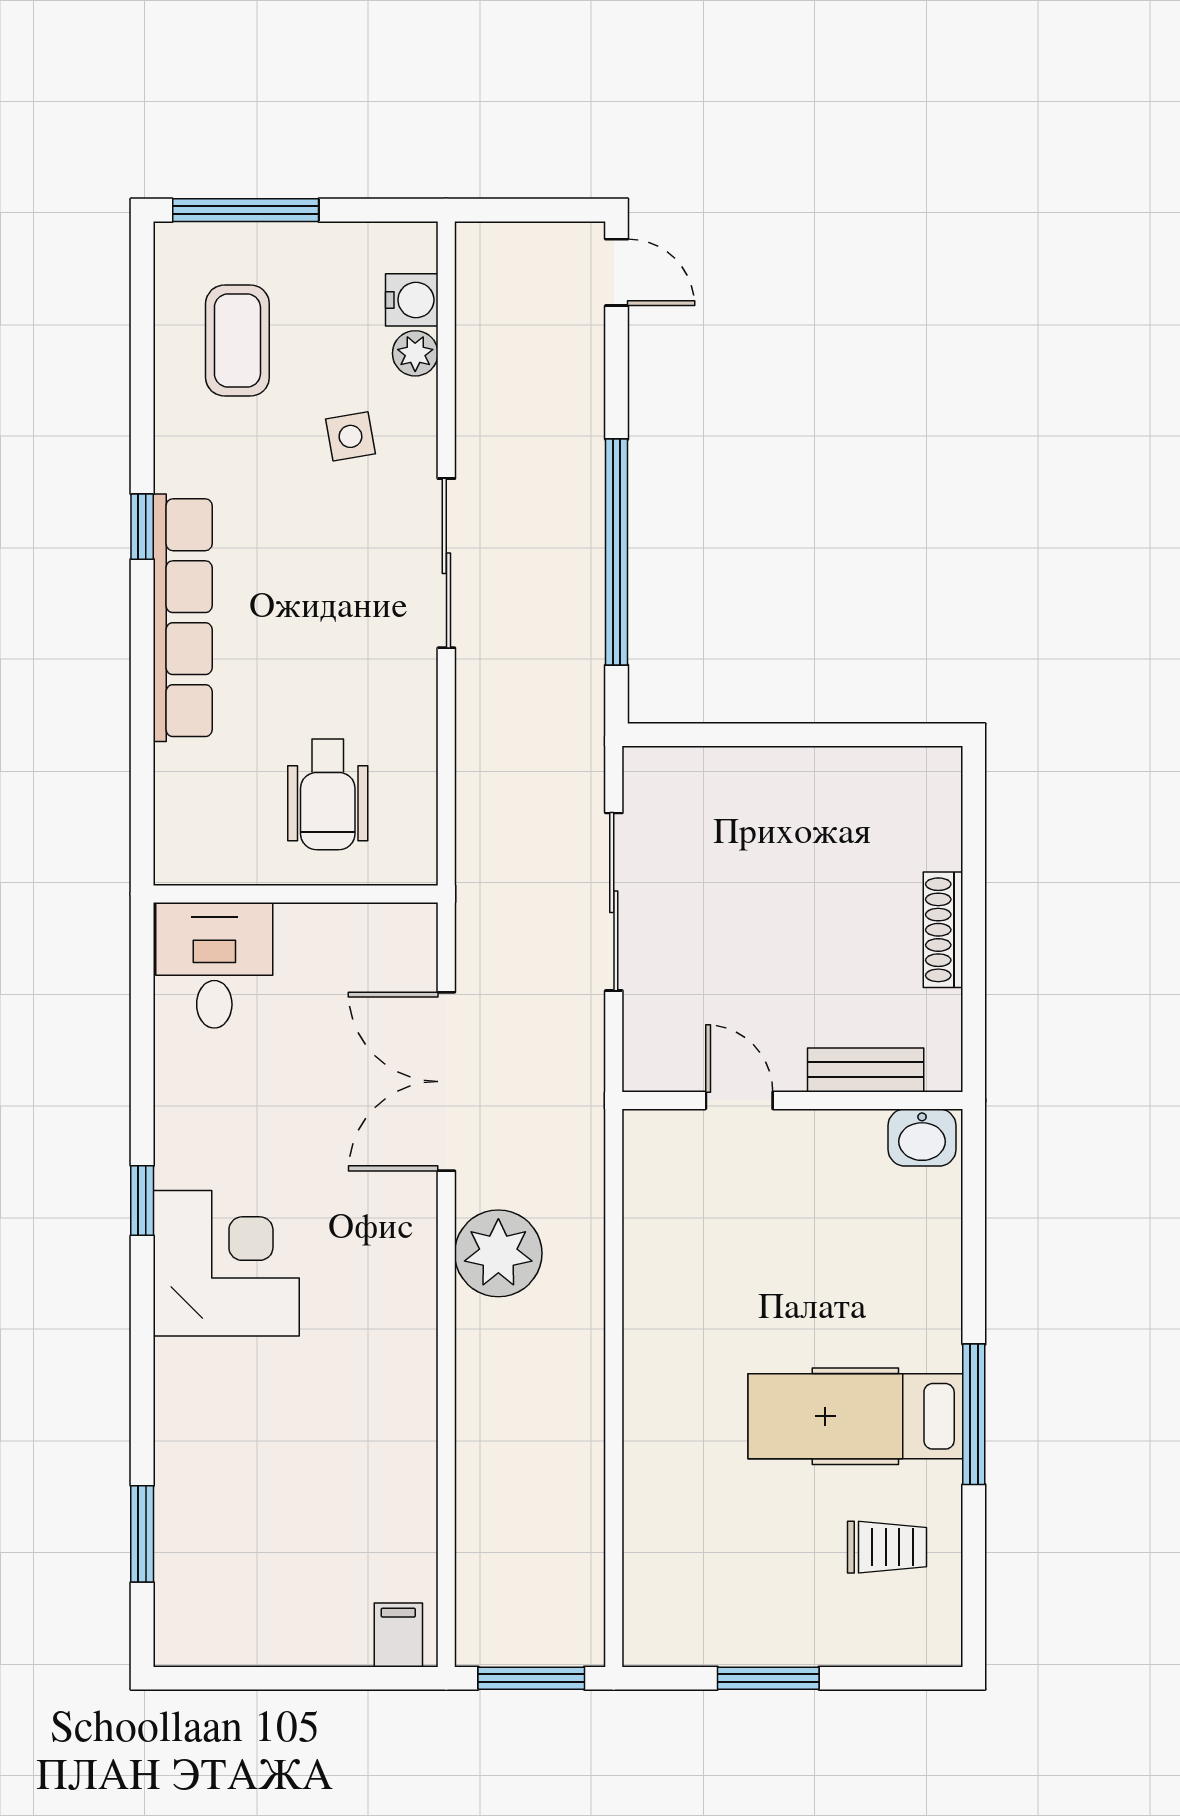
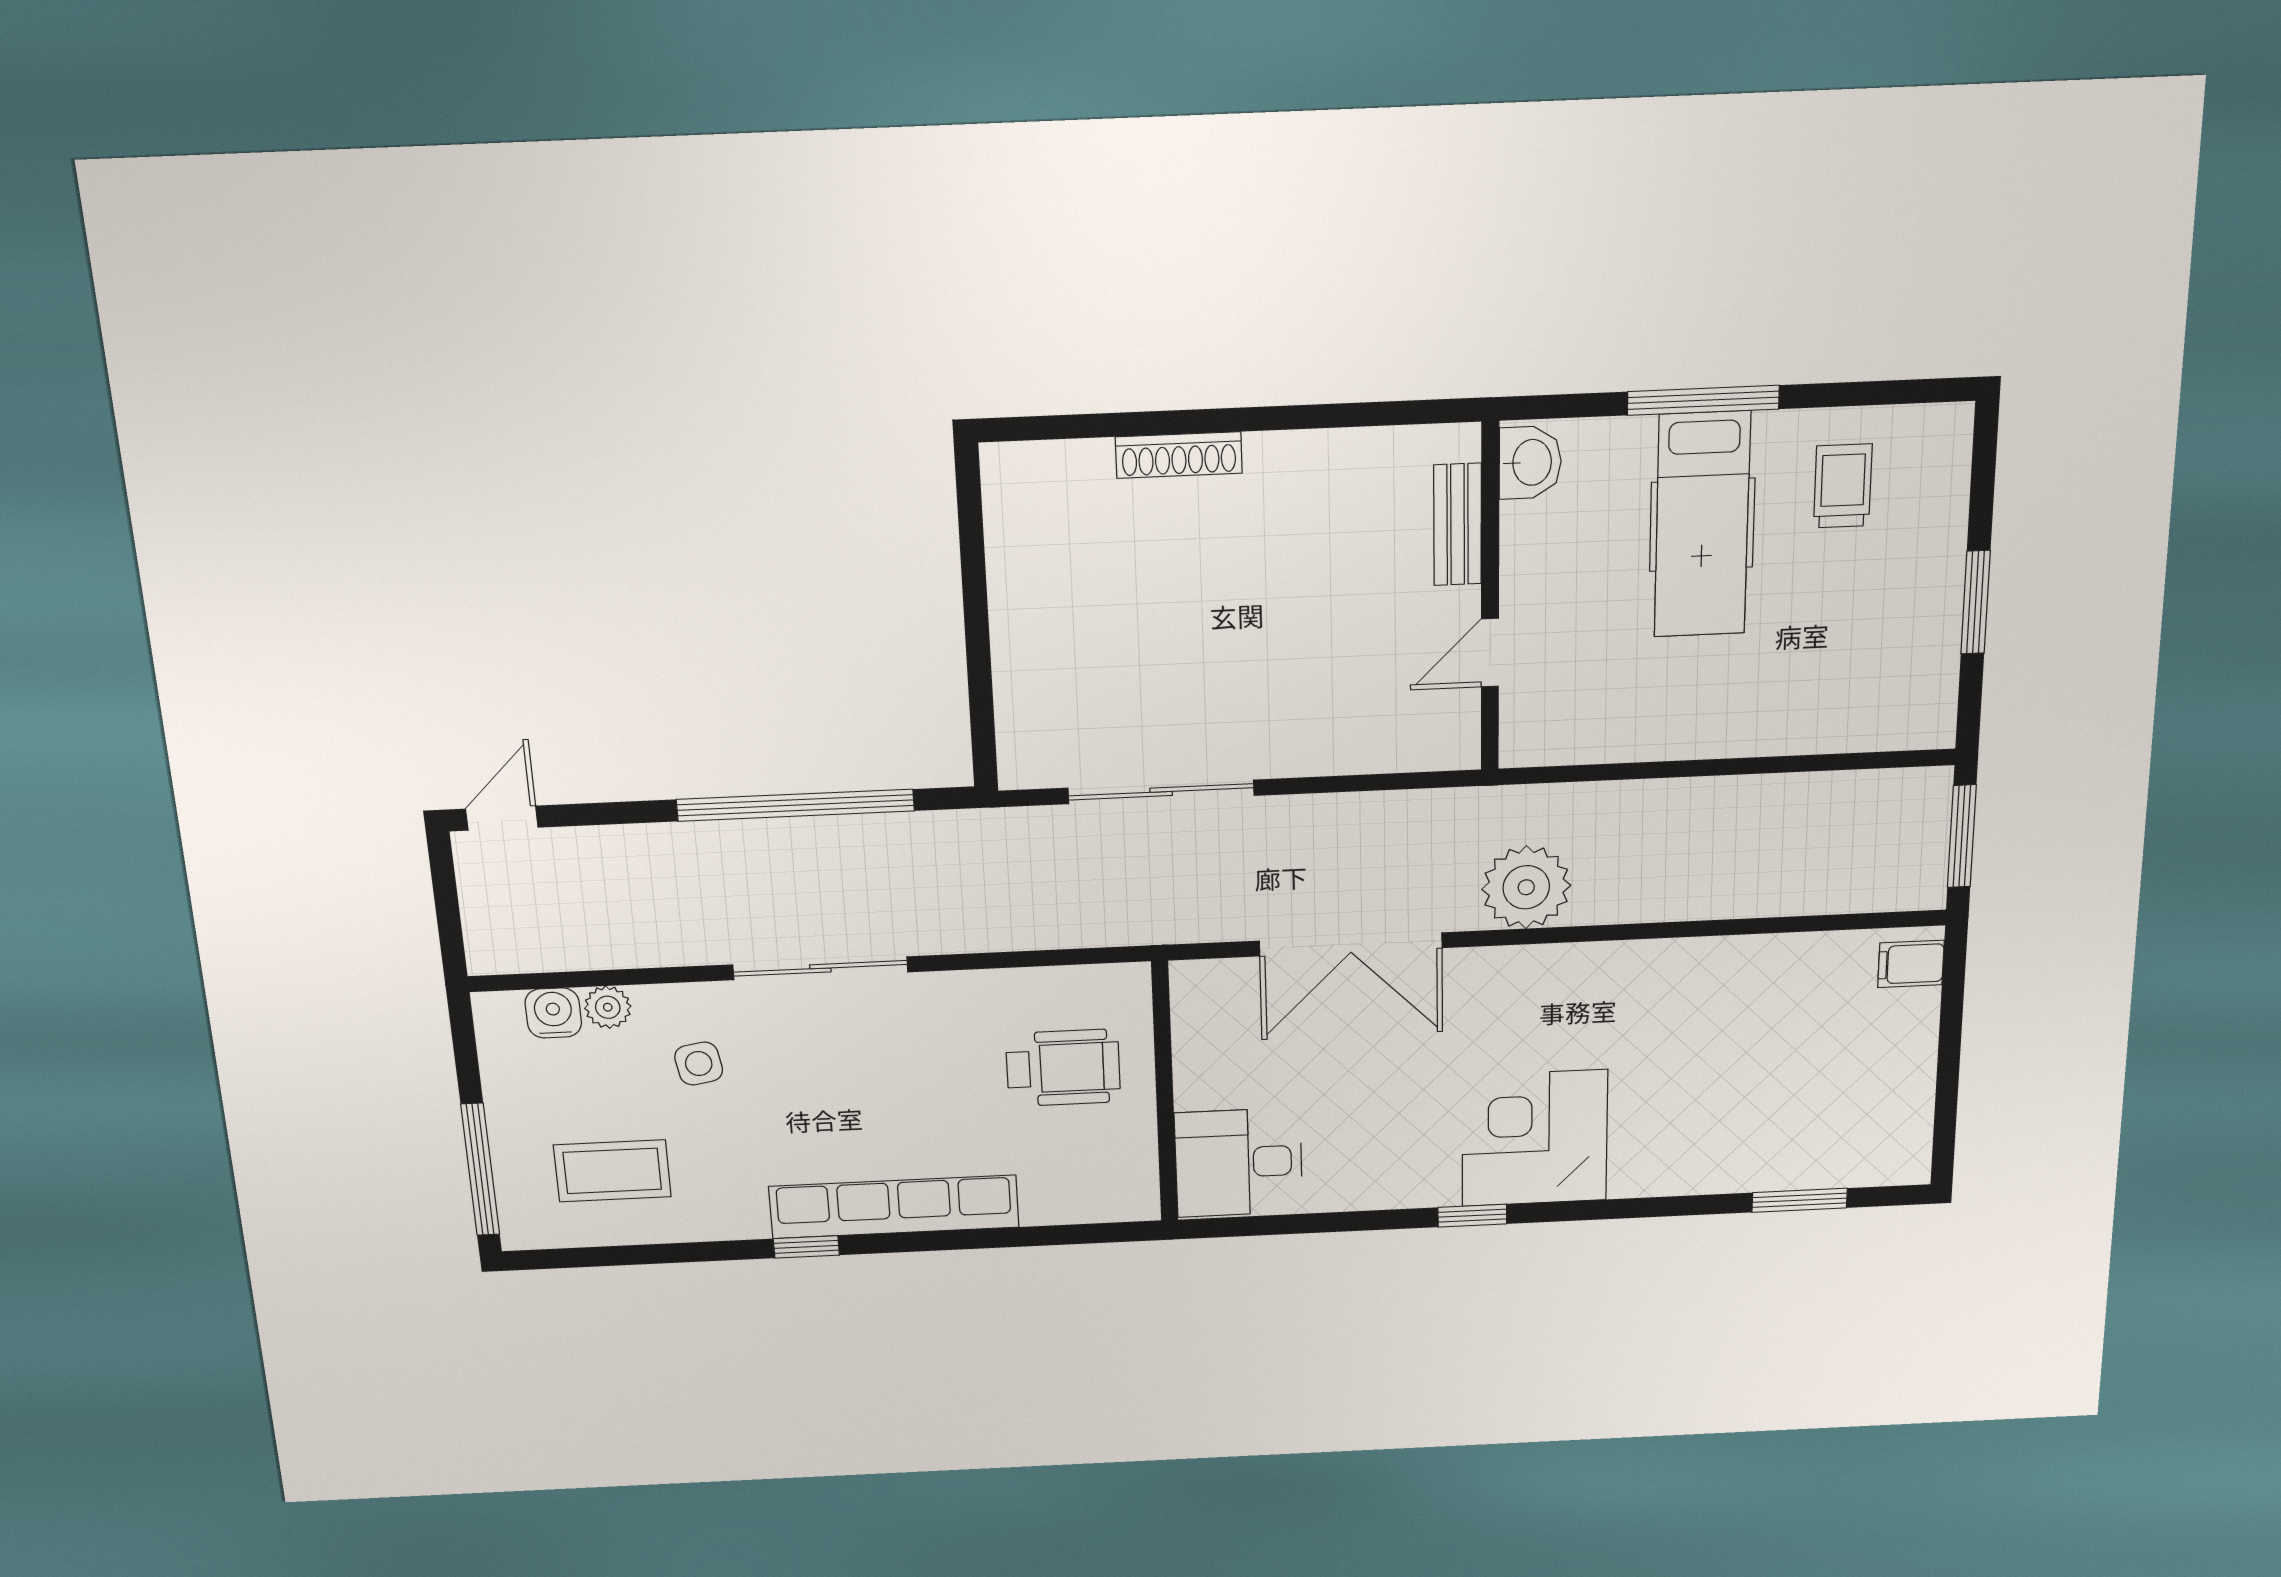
bench: (866, 1070) -> (1458, 525), moved
door: (739, 1100) -> (1490, 653), moved
wall: (792, 1100) -> (1490, 599), moved
washbasin: (922, 1138) -> (1530, 462), moved

